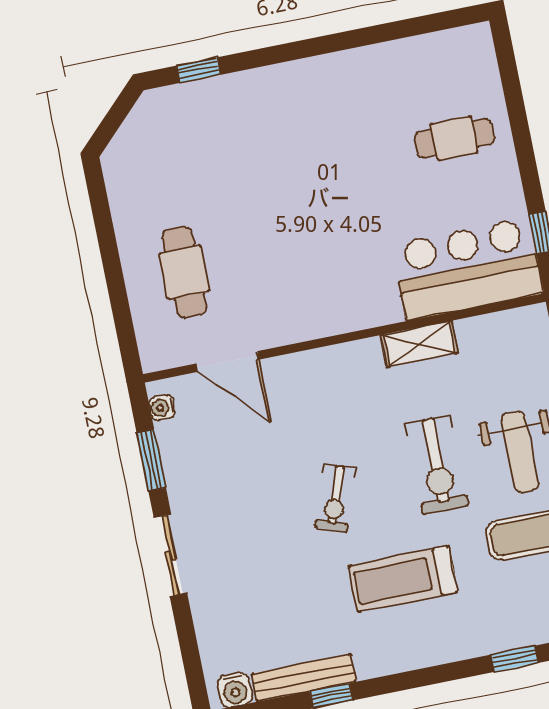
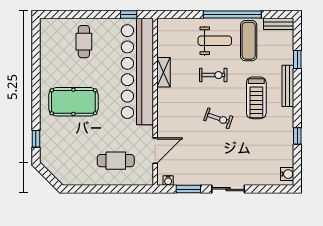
pool table: (305, 142) -> (73, 102), added
bar counter: (468, 269) -> (137, 72), width x1.86
exercise bike: (437, 465) -> (213, 75), width x0.73, depth x0.72
bench: (304, 678) -> (288, 86), moved

